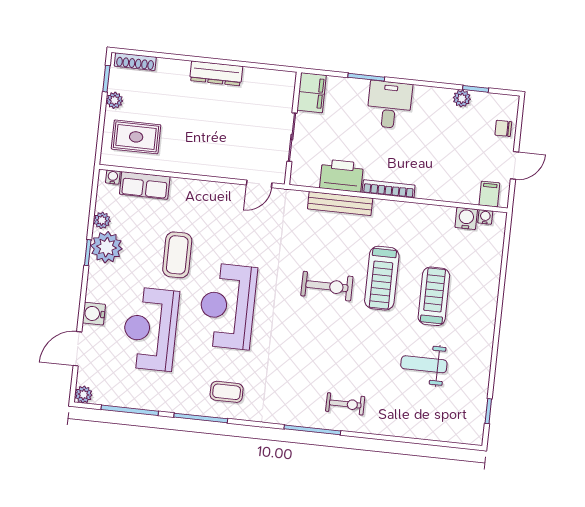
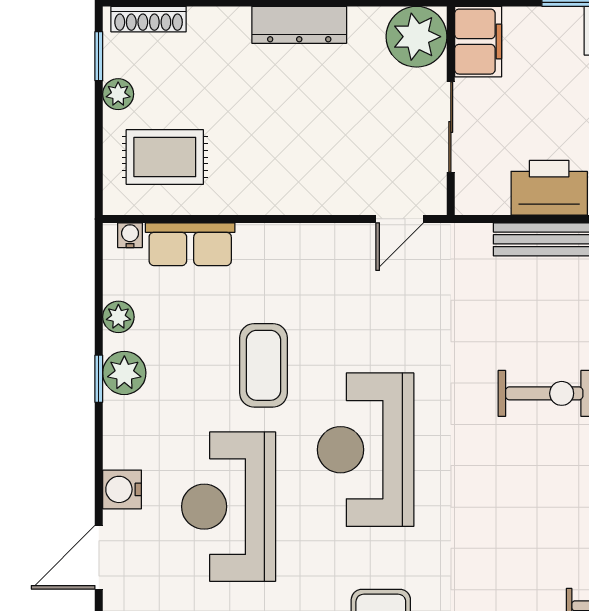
plant: (279, 87) -> (417, 37), added
plant: (106, 247) -> (124, 373), width x0.73, depth x0.73

